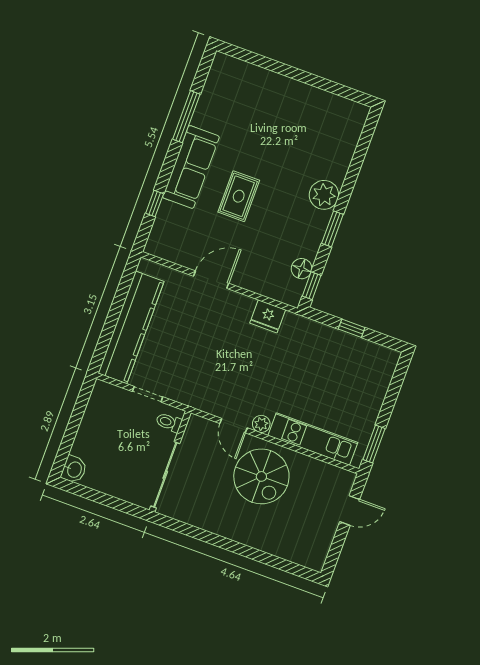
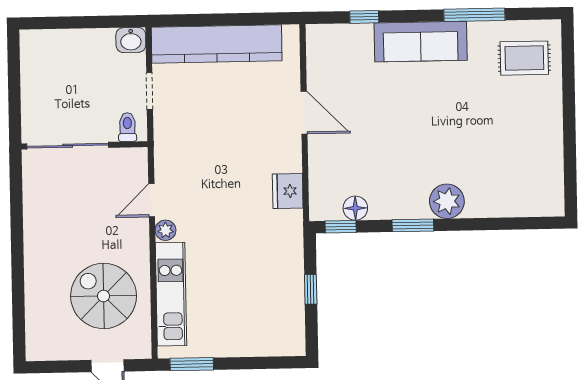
rug: (239, 196) -> (524, 58), moved
washbasin: (74, 469) -> (131, 40), moved
spiral stairs: (261, 476) -> (104, 296), moved, turned 90

